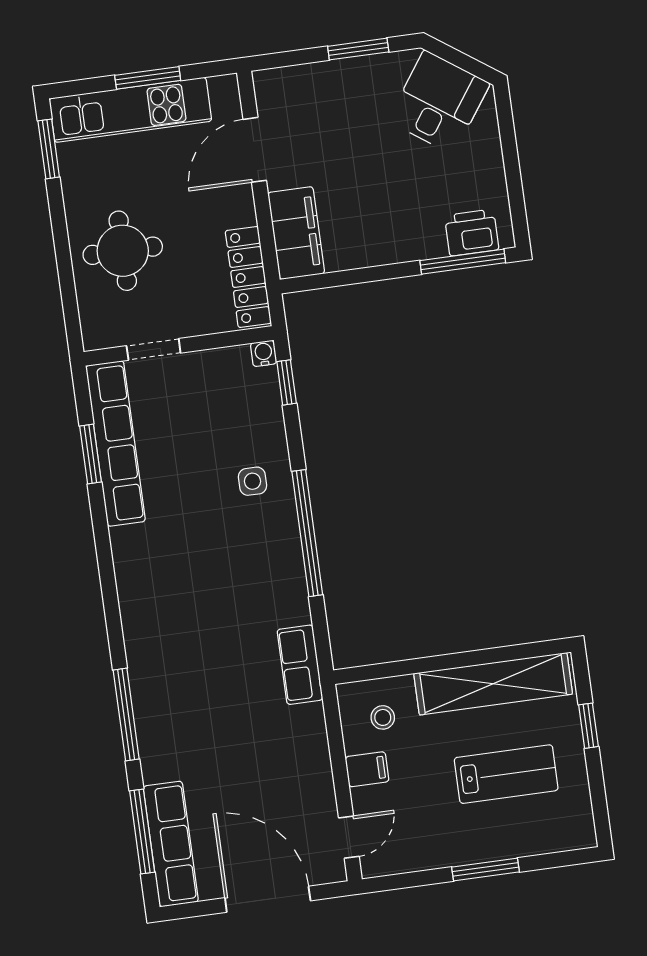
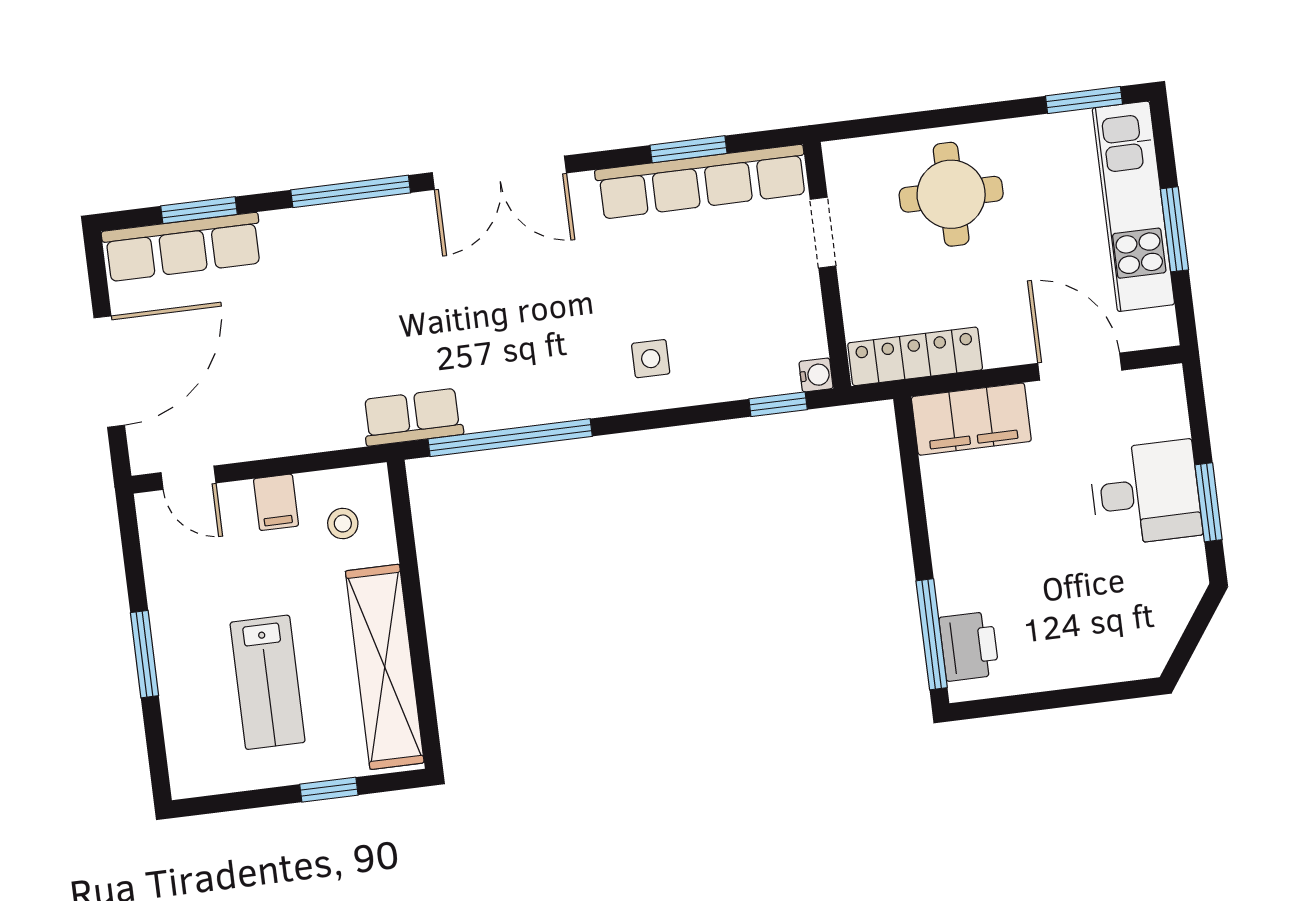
desk: (439, 102) -> (1145, 493), moved, turned -35
window: (307, 533) -> (510, 438), moved
double door: (110, 600) -> (499, 173), added
window: (142, 832) -> (199, 210), width x0.69

